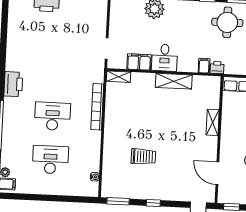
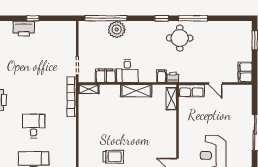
bookcase: (97, 107) -> (72, 97), moved
desk: (52, 116) -> (34, 126), width x0.73
shelving: (213, 122) -> (171, 99), moved

